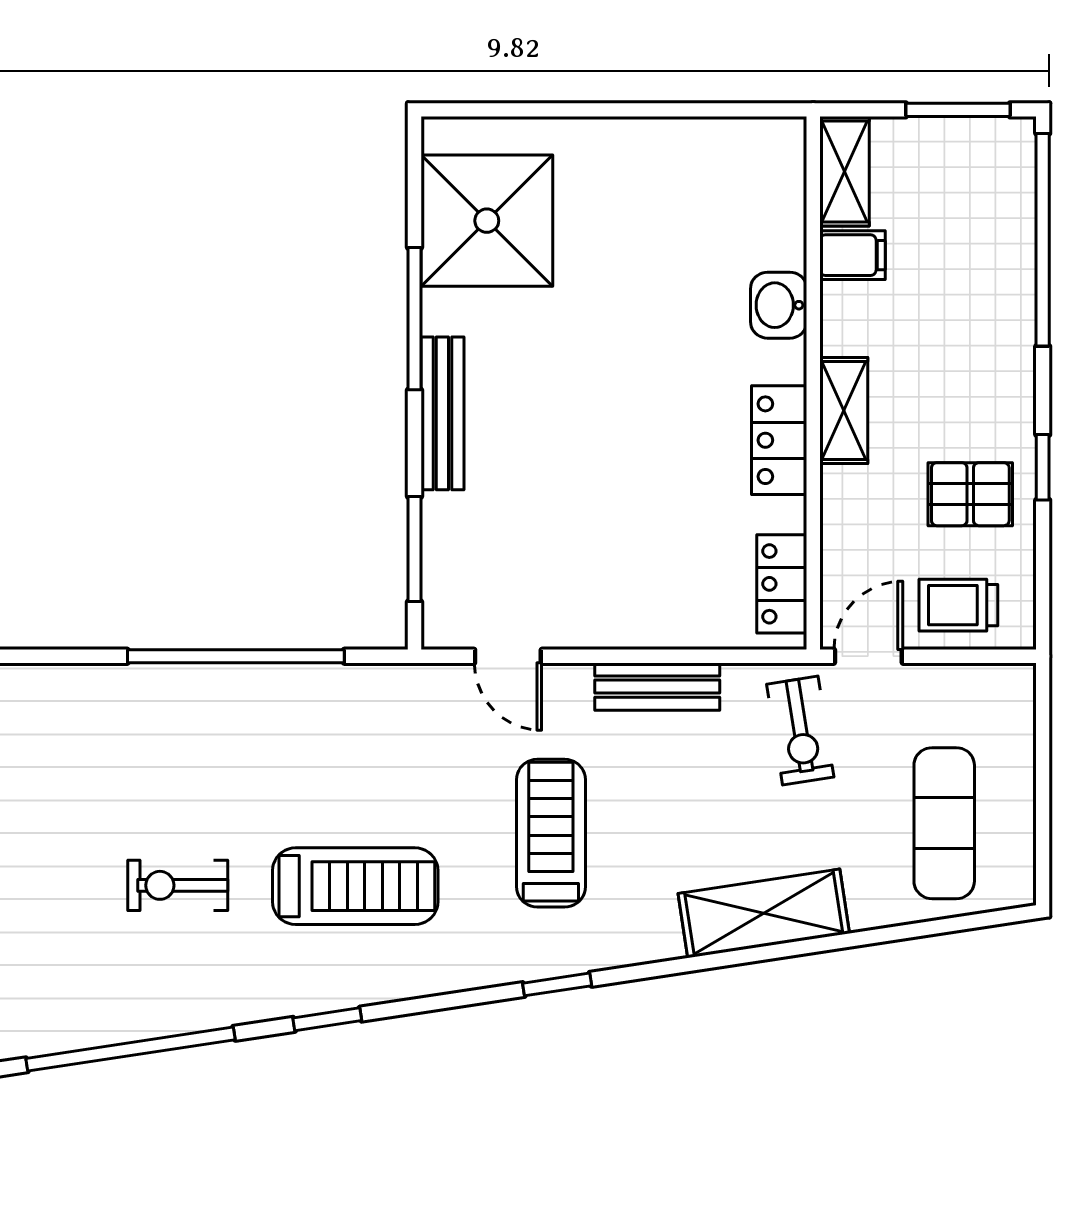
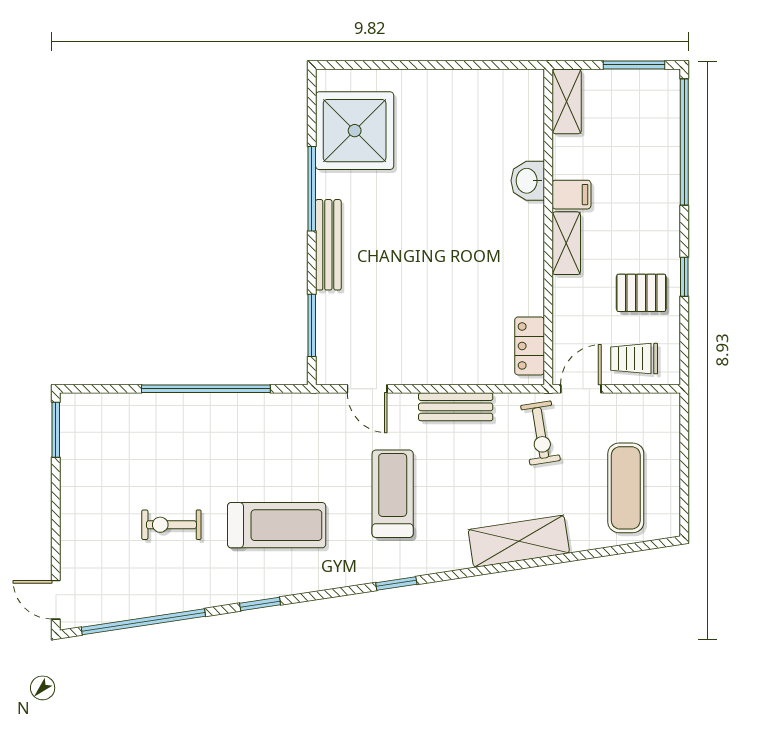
filing cabinet: (853, 255) -> (571, 195), moved
locker: (779, 440) -> (528, 261), removed

